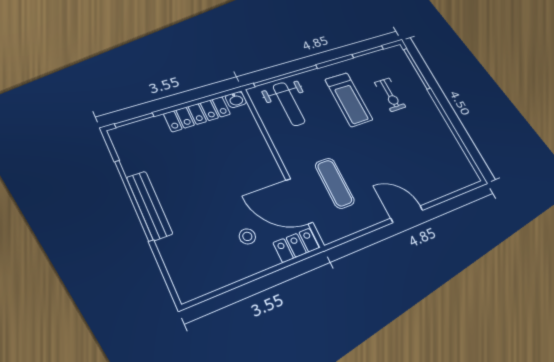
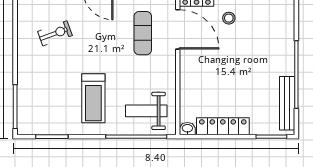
exercise bike: (390, 95) -> (55, 33), moved, turned 70
treadmill: (349, 100) -> (93, 98), turned 180
weight bench: (289, 104) -> (146, 111), turned -90
bench: (149, 205) -> (287, 103), moved

